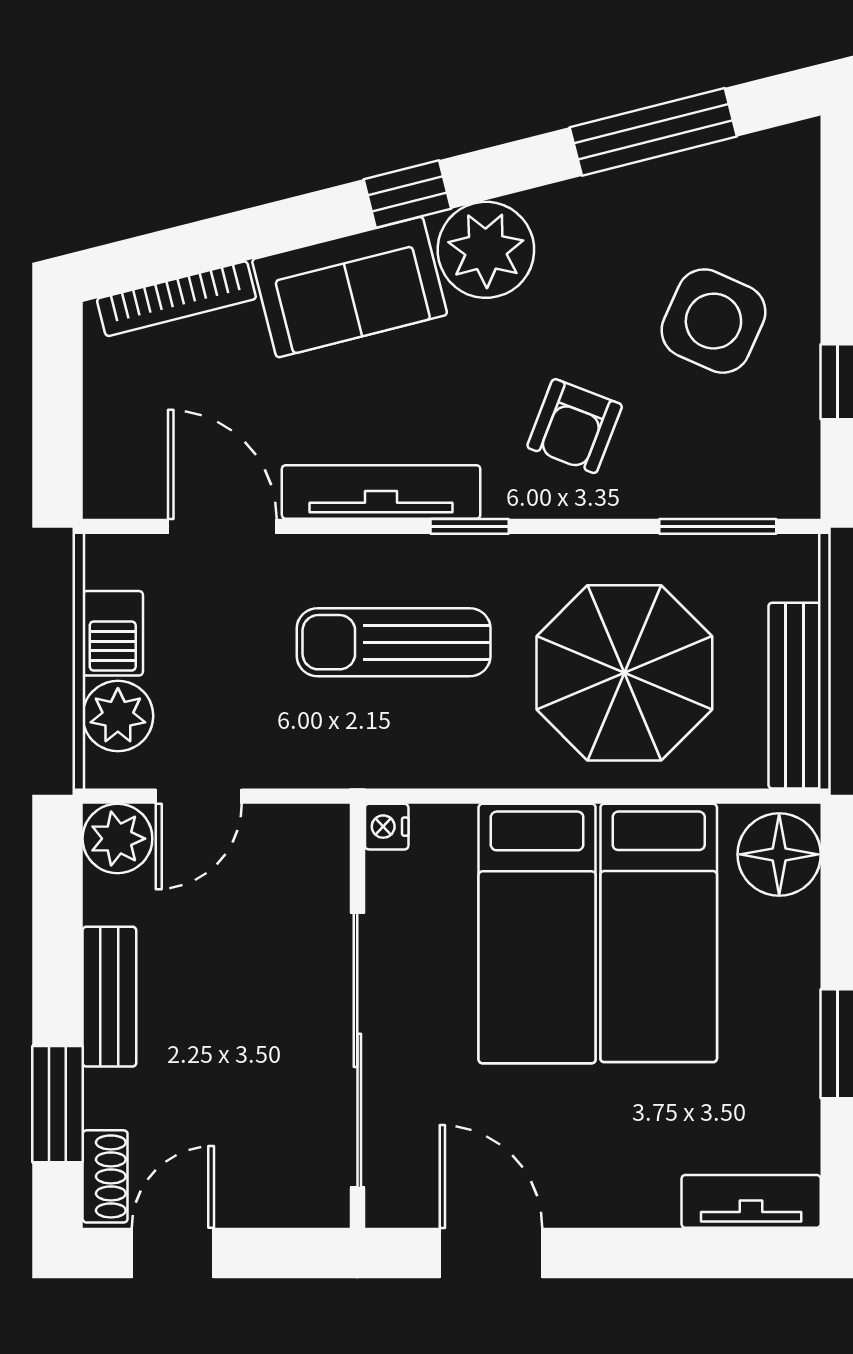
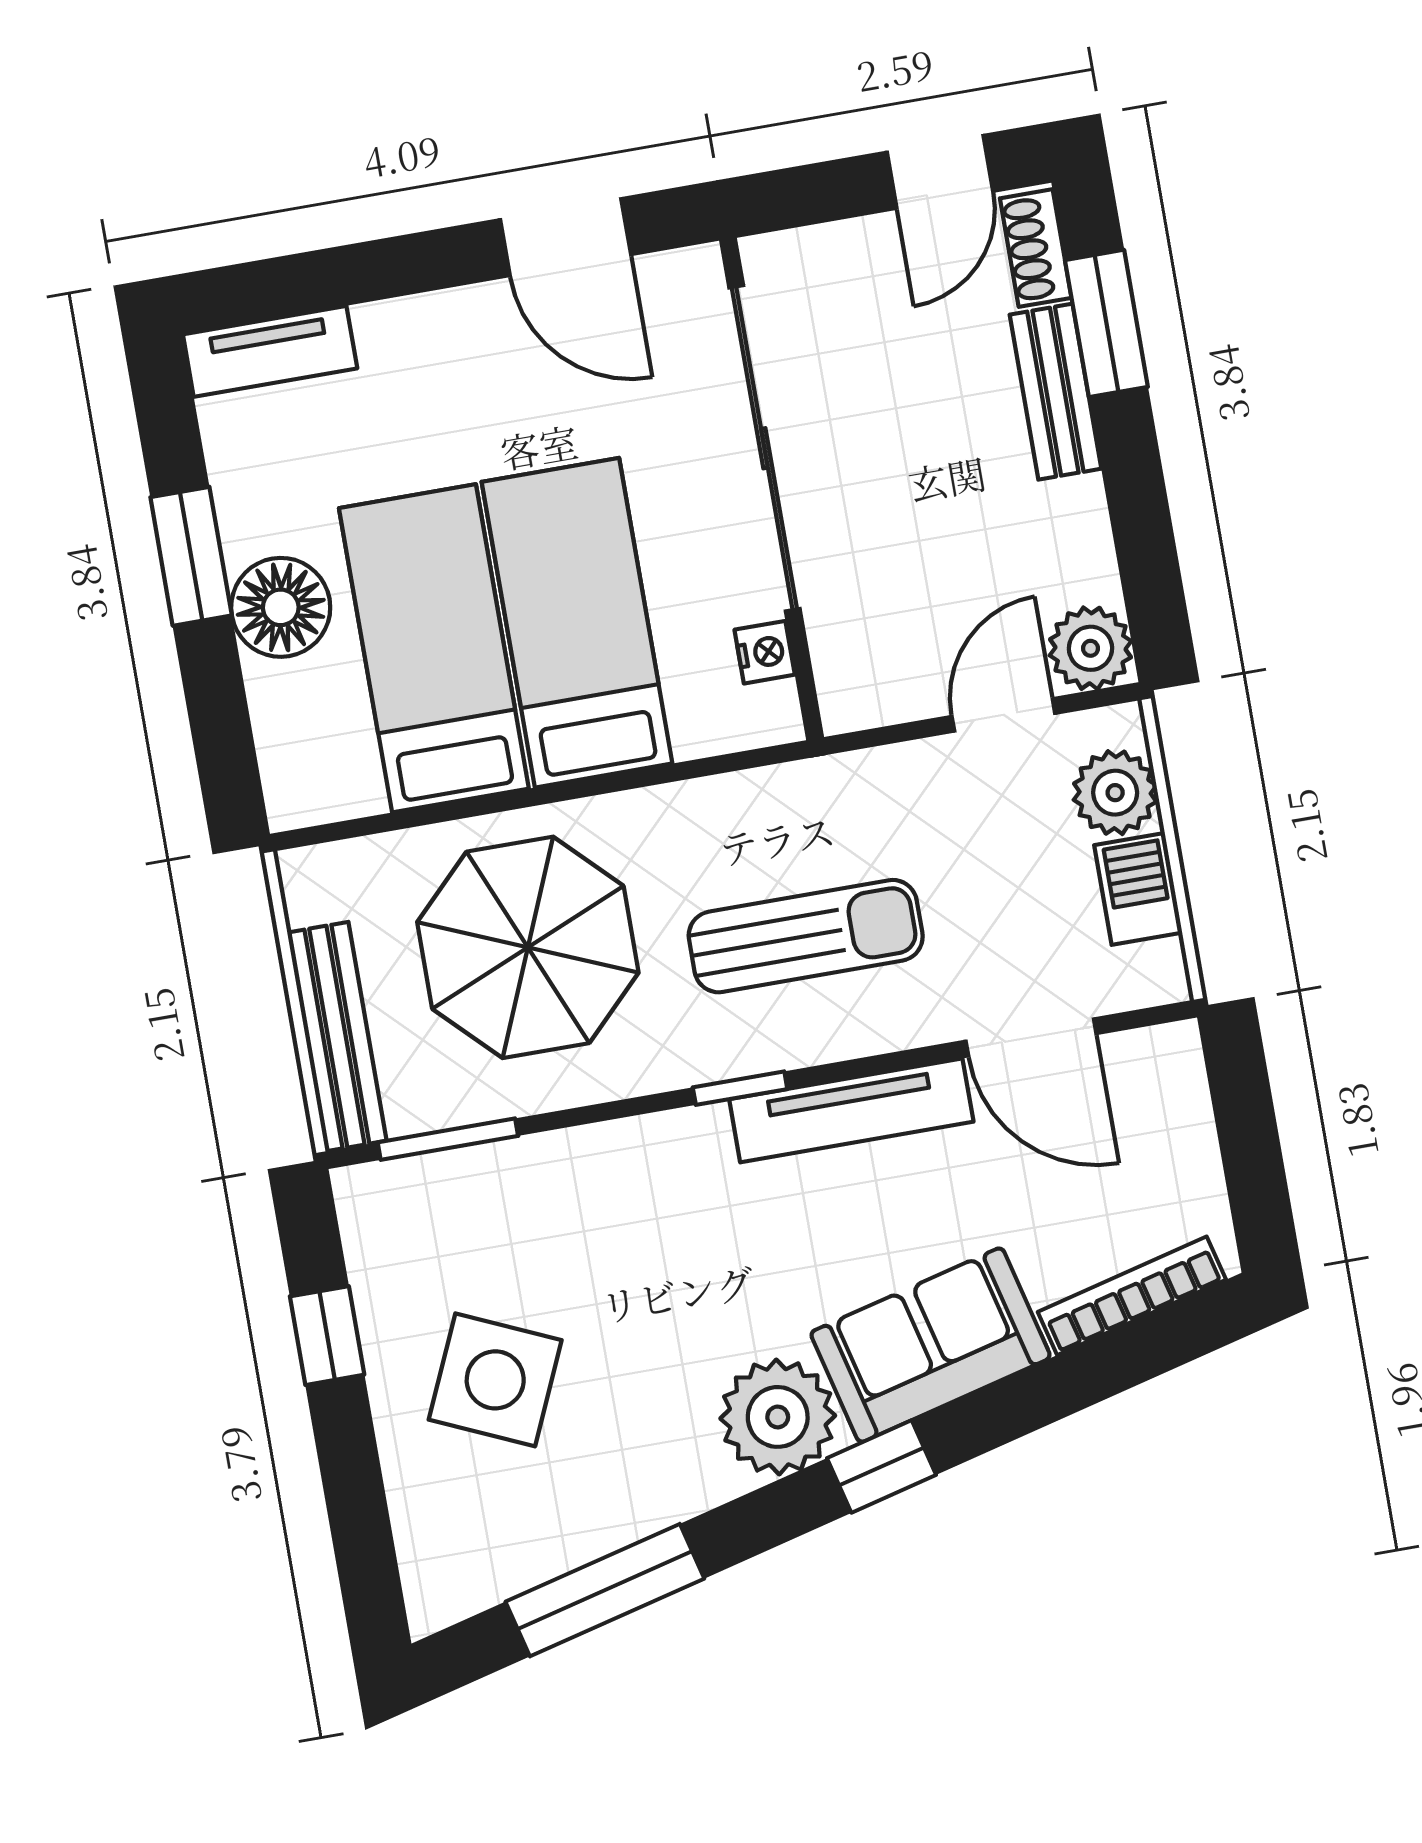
armchair: (575, 426) -> (637, 1228), removed
bench: (795, 696) -> (337, 1037), moved
nightstand: (387, 827) -> (765, 652), moved
floor lamp: (779, 854) -> (281, 607), moved
bench: (109, 997) -> (1055, 392), moved

